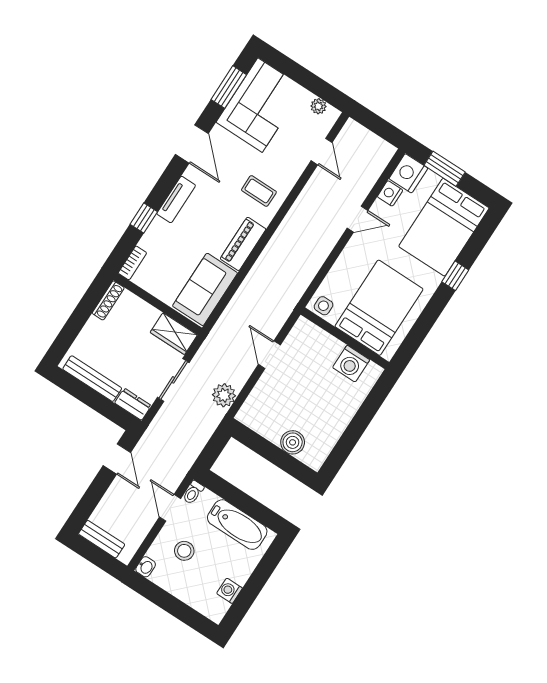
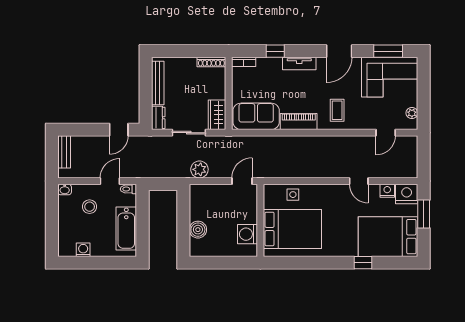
bed: (379, 308) -> (292, 229), moved
wall: (345, 338) -> (260, 220), moved
washing machine: (351, 364) -> (248, 234), moved

